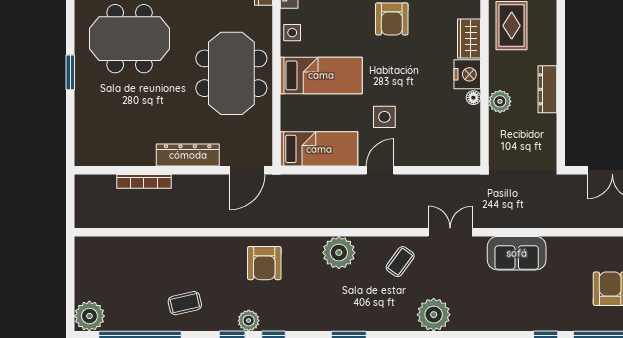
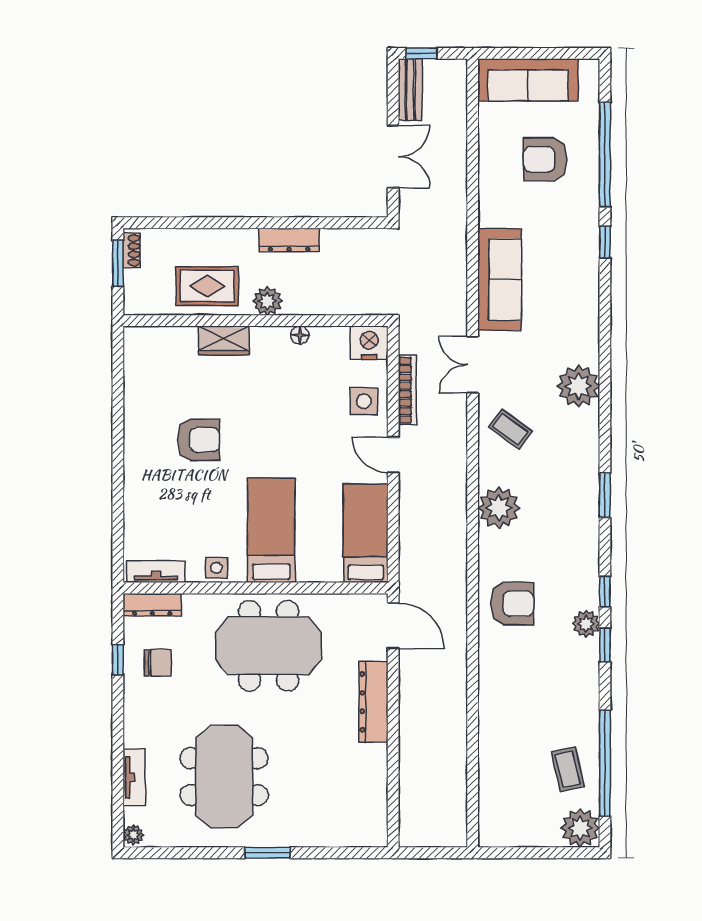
nightstand: (467, 74) -> (369, 343), moved
plant: (500, 101) -> (267, 301), moved
side table: (384, 117) -> (364, 401), moved
bookcase: (144, 181) -> (407, 390), moved
sofa: (517, 253) -> (500, 279), width x1.36
coffee table: (185, 303) -> (568, 769), moved

